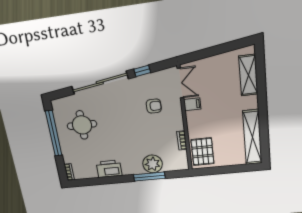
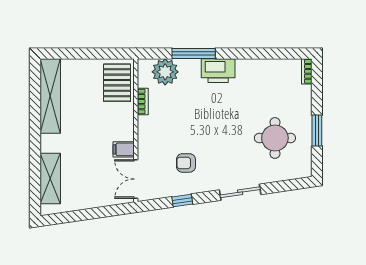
sliding door: (100, 83) -> (240, 192), width x0.54
armchair: (154, 106) -> (186, 163), moved
window: (54, 133) -> (317, 130), width x0.47
plant: (153, 164) -> (165, 72), moved
printer: (109, 169) -> (218, 71), moved

